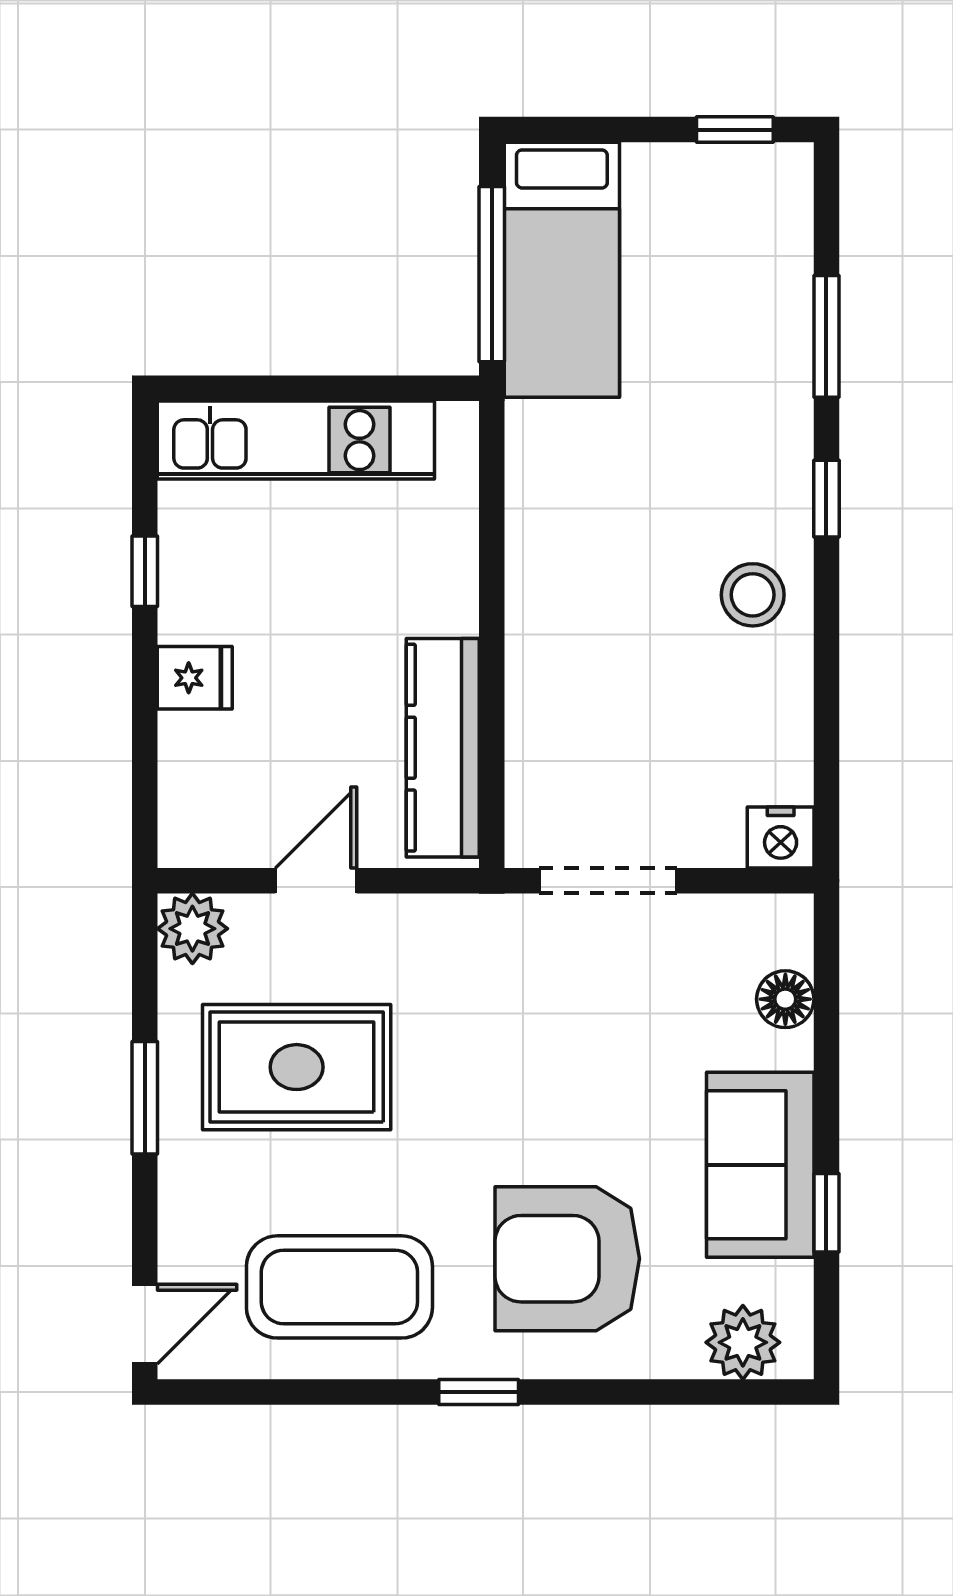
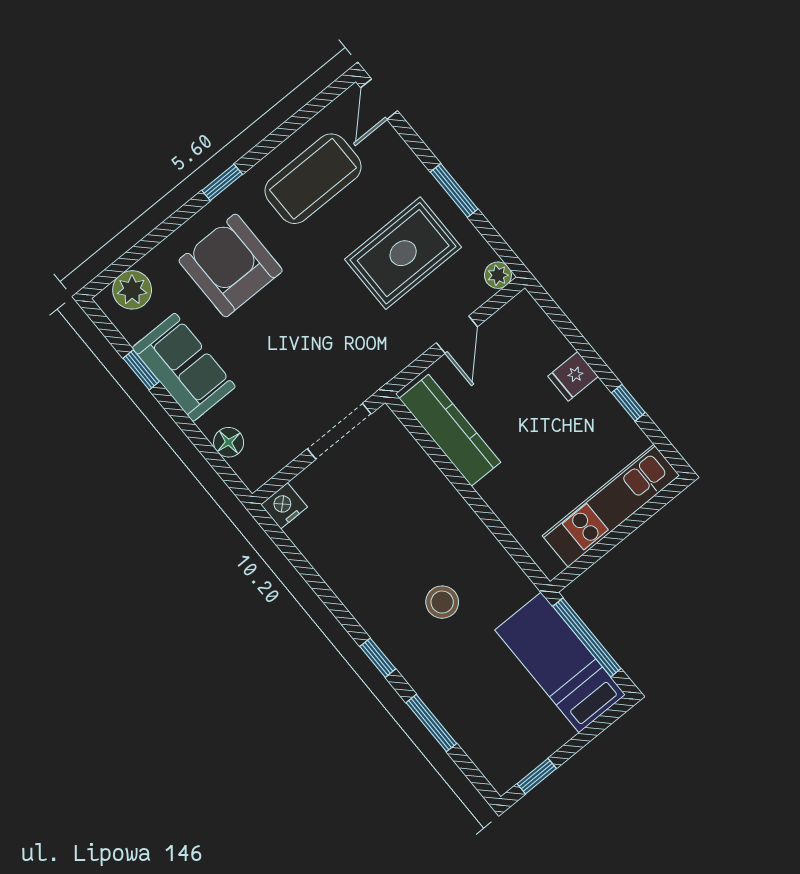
stool: (753, 595) -> (442, 602), moved
plant: (192, 929) -> (498, 275), width x0.73, depth x0.73
armchair: (567, 1259) -> (231, 265), turned -90

